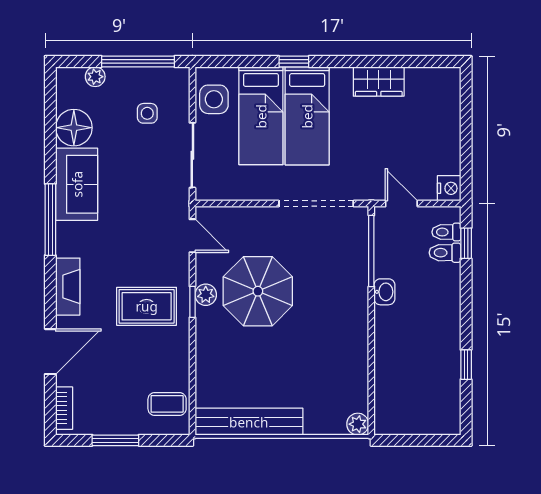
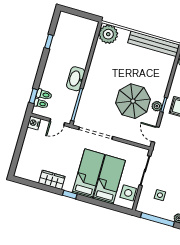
window: (294, 61) -> (70, 195), moved
door: (401, 204) -> (57, 122), hinge flipped
washbasin: (384, 292) -> (76, 79), width x1.91, depth x1.45
plant: (358, 424) -> (108, 34), width x1.87, depth x1.87

